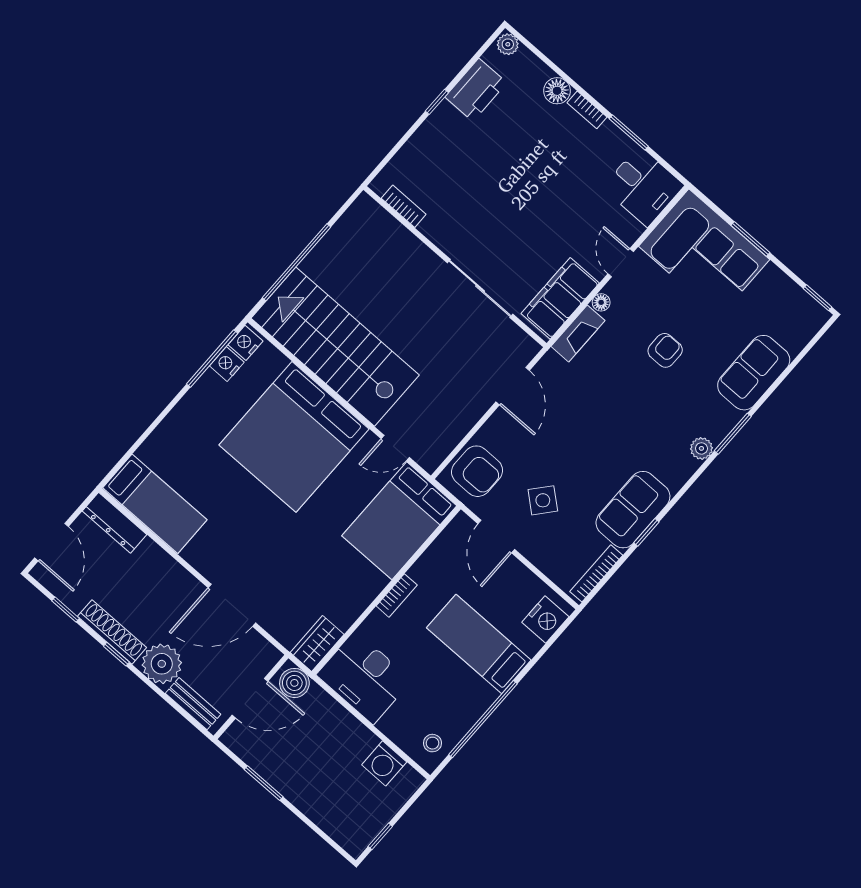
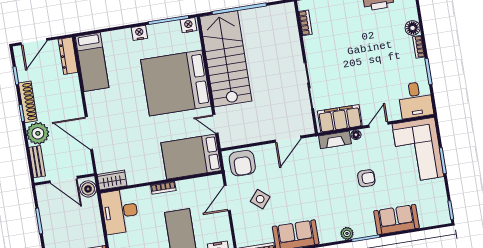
nightstand: (227, 364) -> (139, 33), moved

